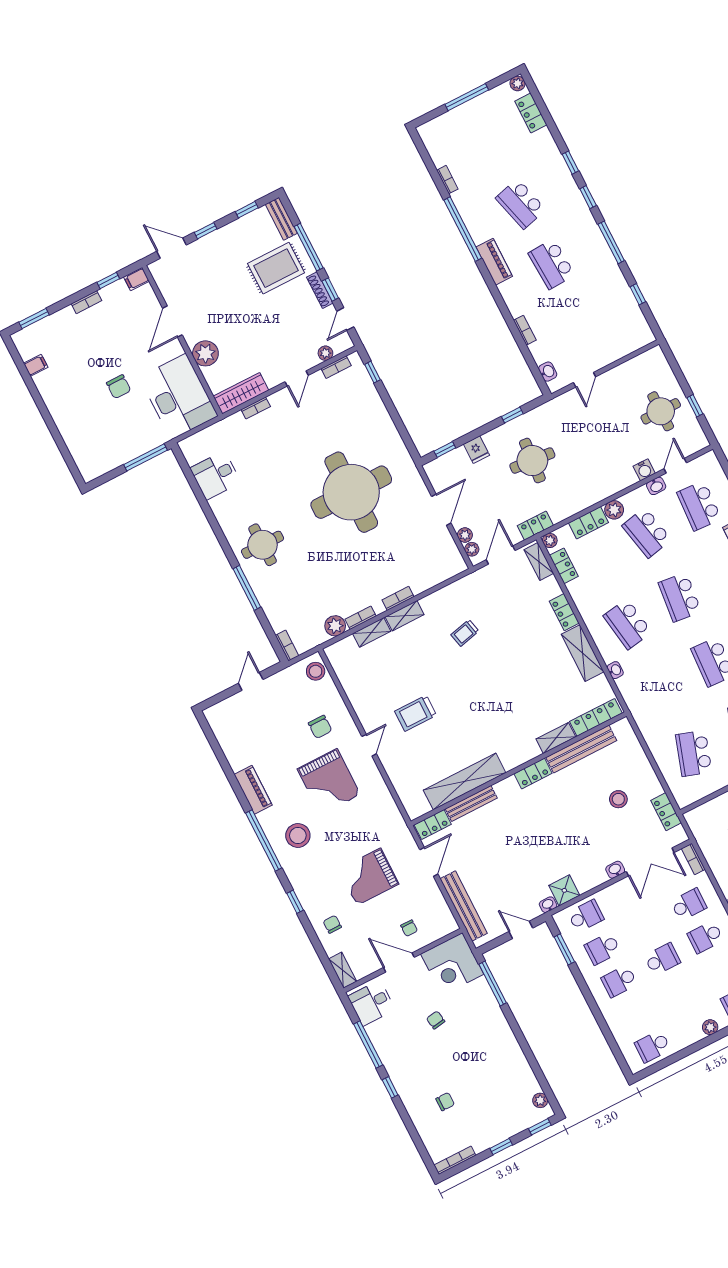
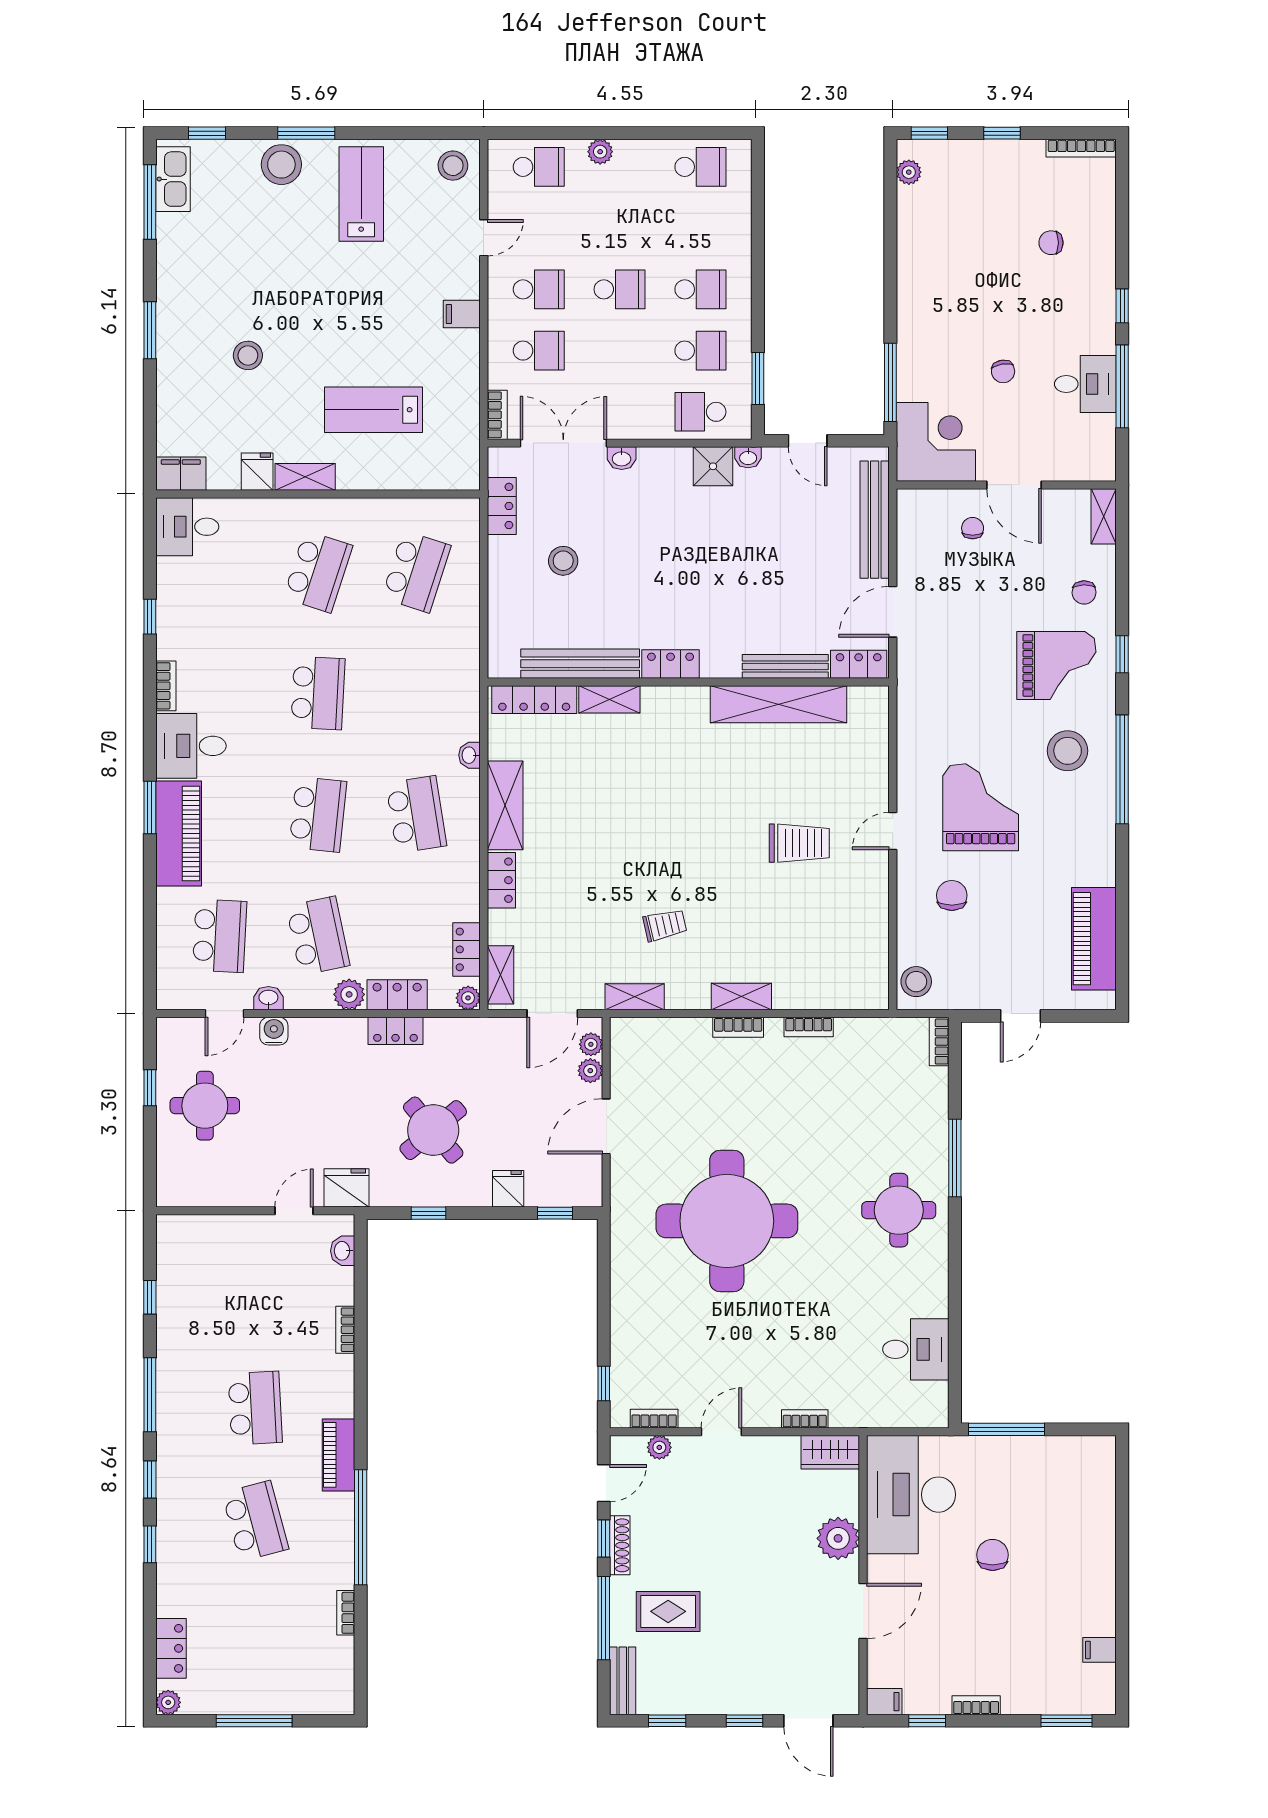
rug: (276, 268) -> (668, 1611), width x0.73, depth x0.70
wardrobe: (241, 393) -> (830, 1452), width x0.67
fridge: (563, 406) -> (347, 1188), added
round table: (532, 461) -> (433, 1130), turned 45
locker: (535, 526) -> (396, 1031), moved
plant: (335, 626) -> (853, 1034), removed
shelving: (372, 632) -> (635, 997), moved
piano: (253, 790) -> (1094, 939), moved, width x1.37, depth x1.33
grand piano: (369, 877) -> (1056, 665), moved
school desk: (689, 904) -> (539, 351), turned 180
school desk: (662, 959) -> (620, 289), turned 180
desk: (372, 1003) -> (1085, 384), moved

